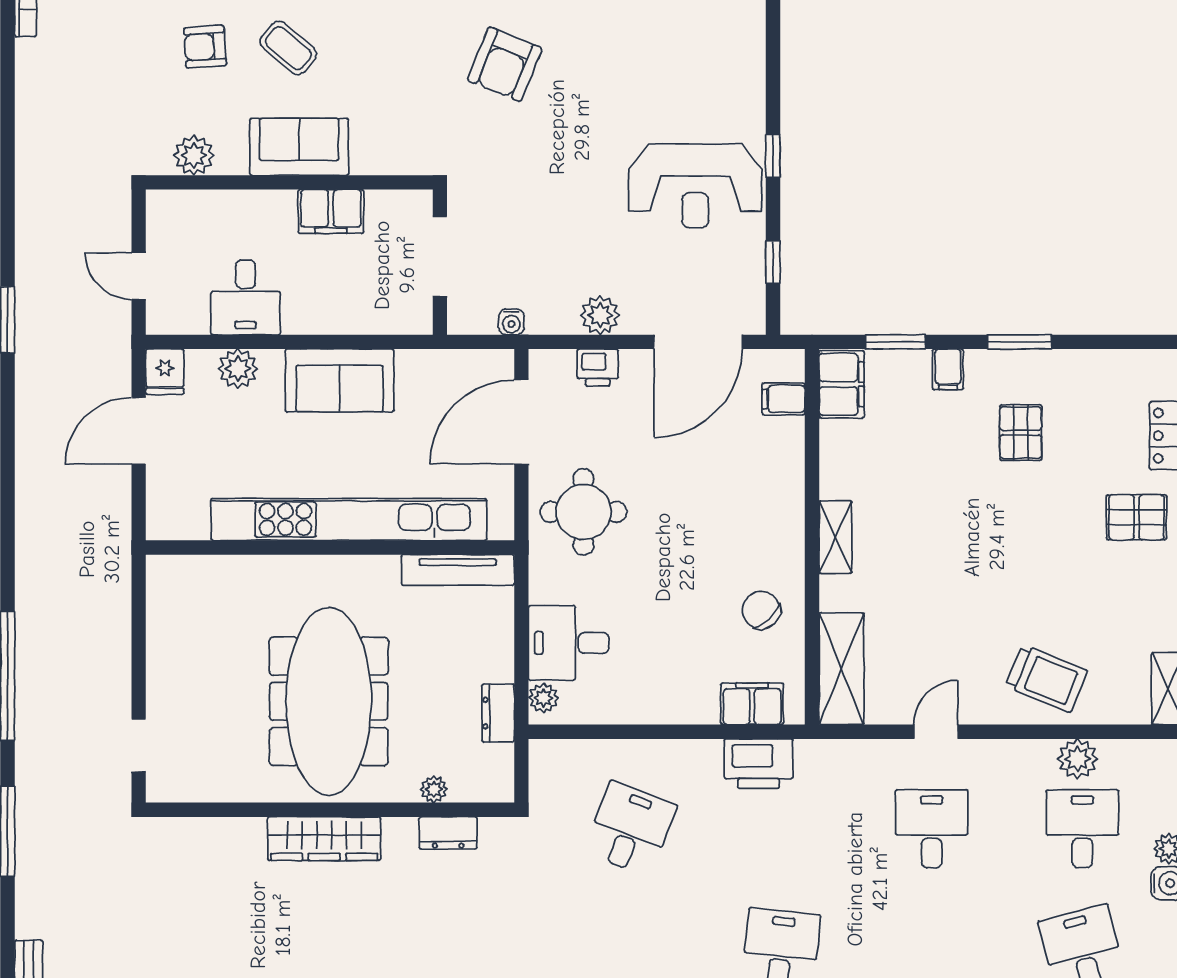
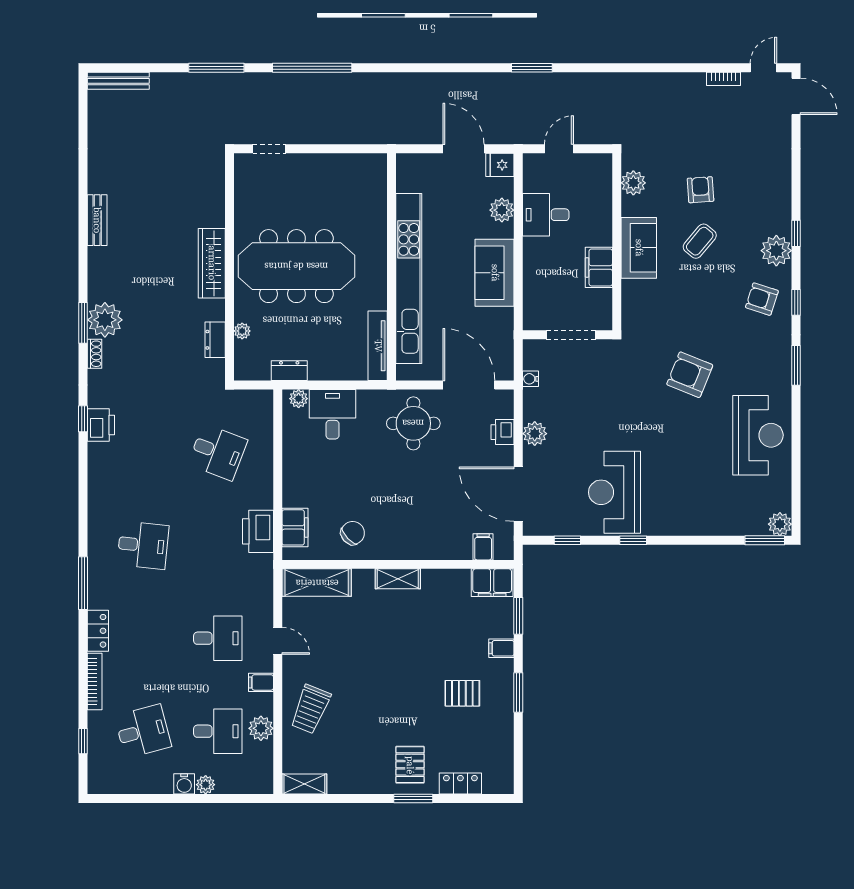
filing cabinet: (1003, 759) -> (261, 682), added

